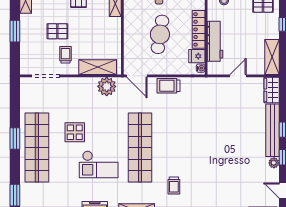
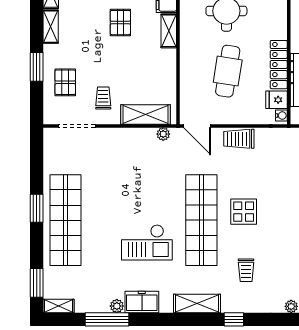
pallet: (57, 31) -> (65, 82), moved, turned 90
plant: (107, 86) -> (163, 134), width x0.53, depth x0.53
display table: (75, 132) -> (244, 212), moved

